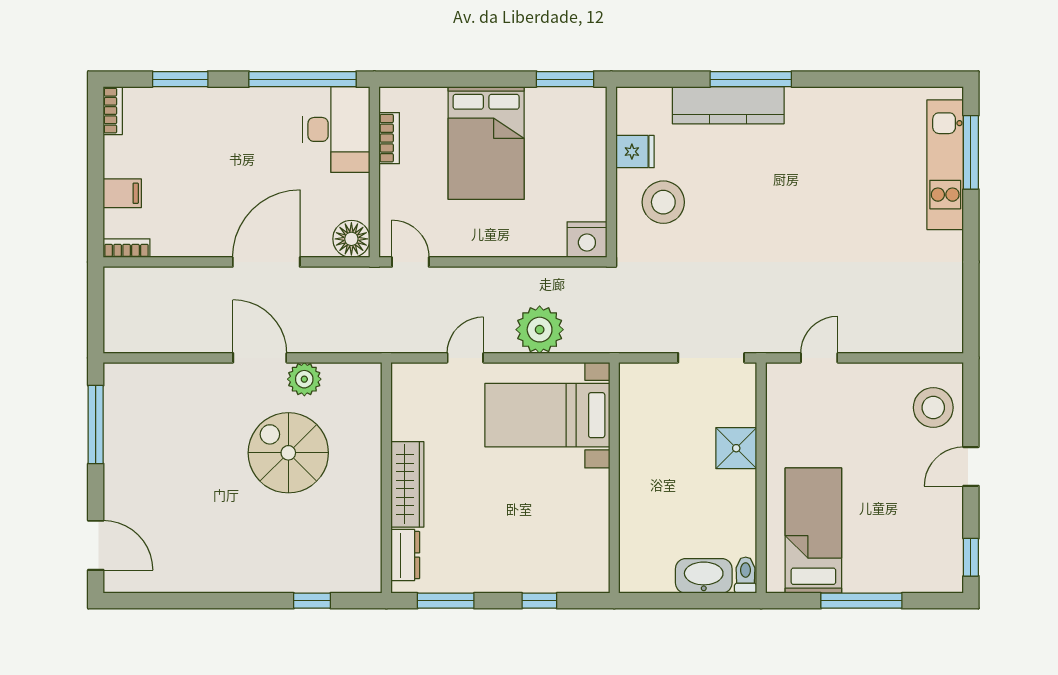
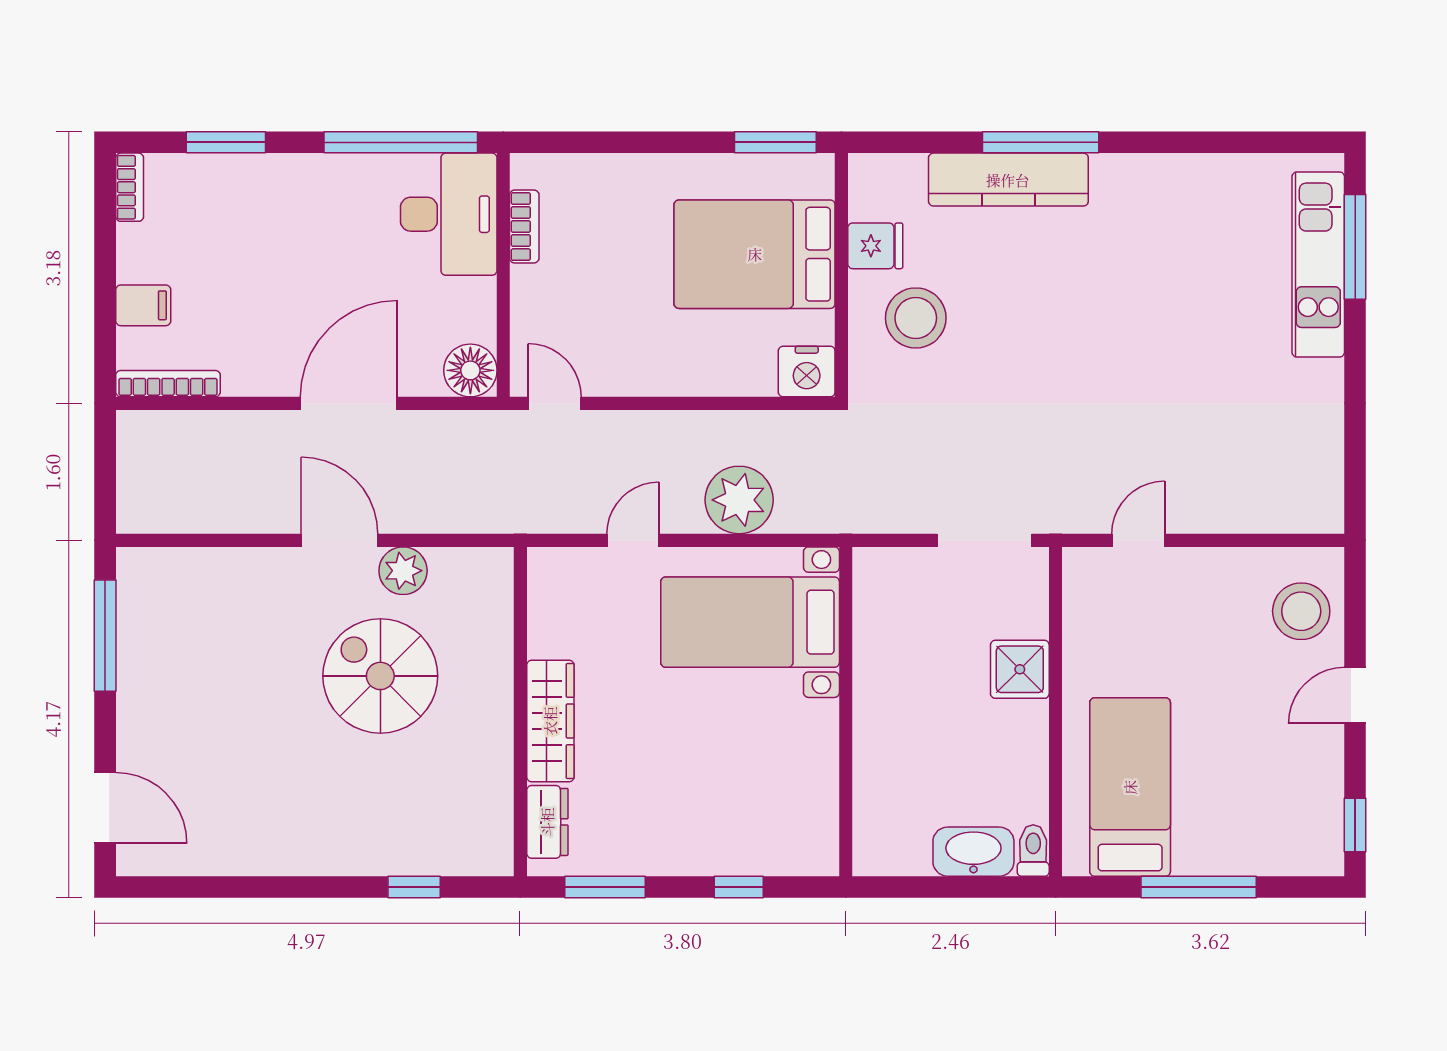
bed: (486, 143) -> (755, 254), moved, turned 90
bookcase: (127, 248) -> (168, 384), width x1.56

